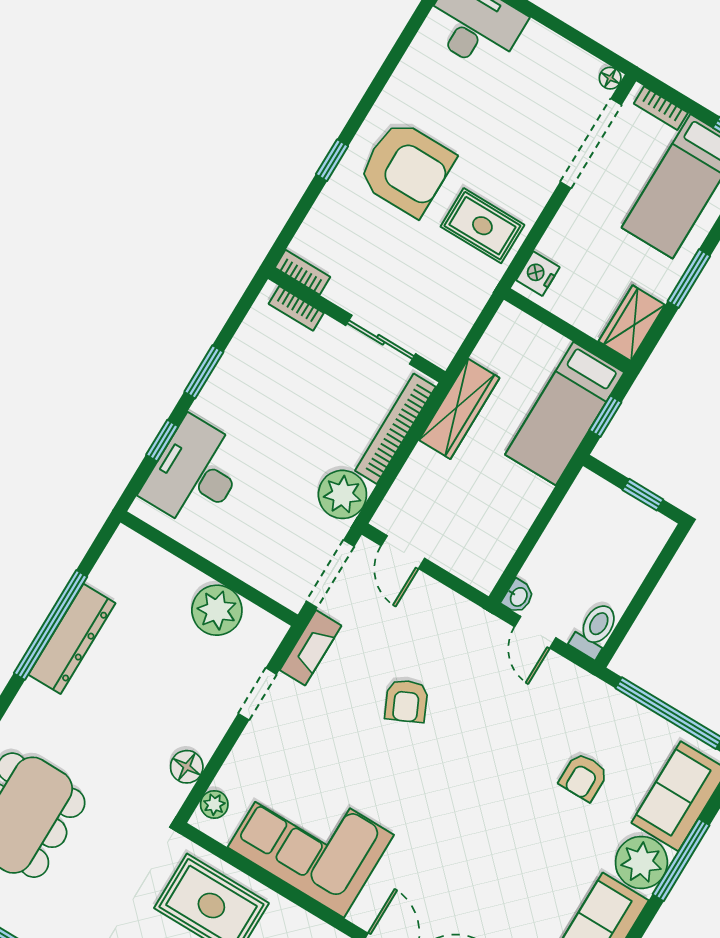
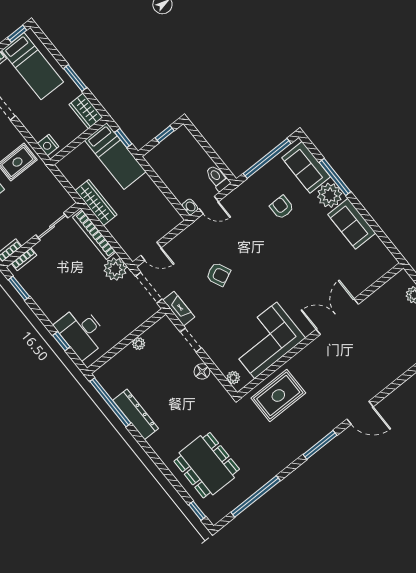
window: (204, 372) -> (19, 288), moved
plant: (217, 610) -> (139, 344), width x0.53, depth x0.53
window: (51, 625) -> (110, 402), moved
floor lamp: (187, 767) -> (202, 371), moved
armchair: (584, 777) -> (282, 207), turned 180

